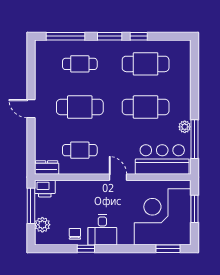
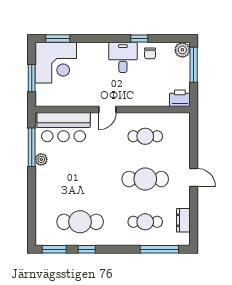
window: (110, 36) -> (54, 249), moved
cafe table: (146, 107) -> (80, 179), removed
dresser: (47, 168) -> (183, 220), moved, turned 90
door: (118, 177) -> (107, 109), hinge flipped
window: (31, 206) -> (194, 65), moved
corner desk: (163, 217) -> (56, 63), width x0.74, depth x0.74
plant: (42, 225) -> (182, 50), moved

